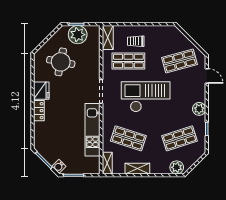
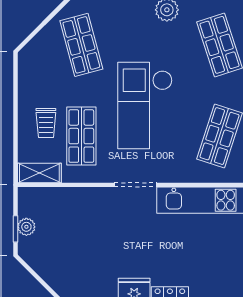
plant: (78, 35) -> (26, 227), width x0.53, depth x0.53
round table: (61, 62) -> (83, 257), removed

